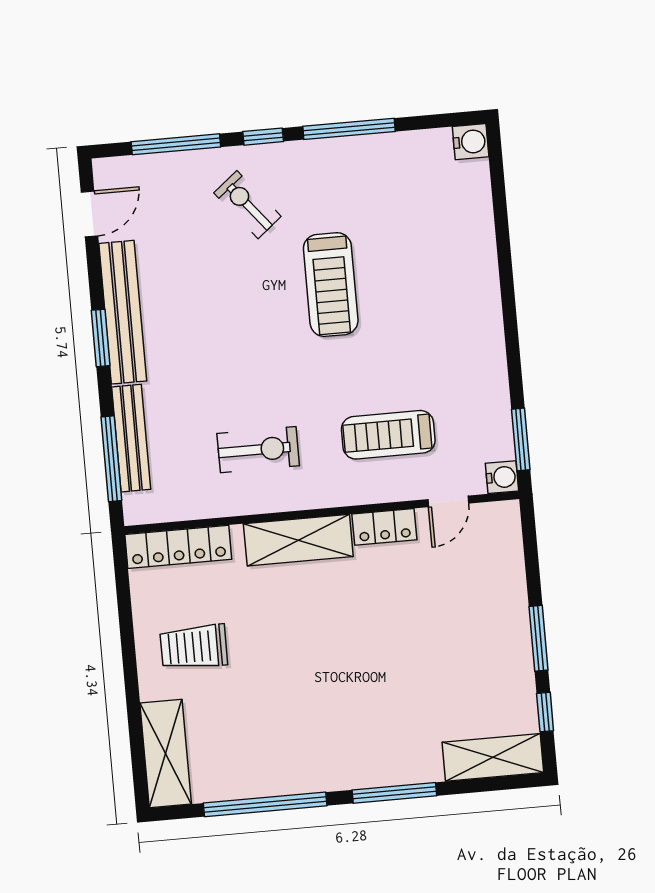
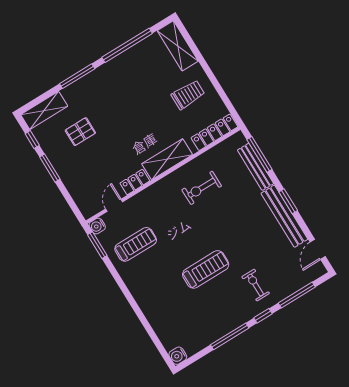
exercise bike: (247, 205) -> (256, 285), turned -141
treadmill: (331, 285) -> (206, 269), turned 90
treadmill: (388, 435) -> (136, 244), moved
pallet: (442, 680) -> (80, 132), added

